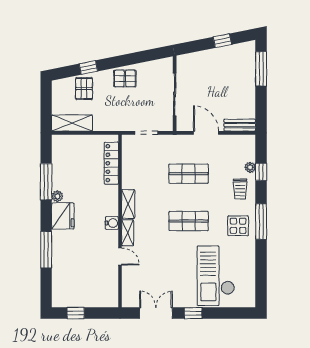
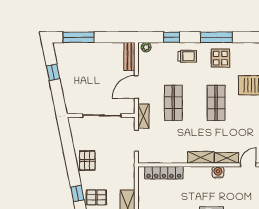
shelving: (174, 141) -> (143, 116), added
plant: (250, 167) -> (146, 47), moved

